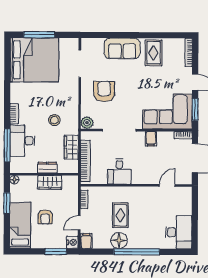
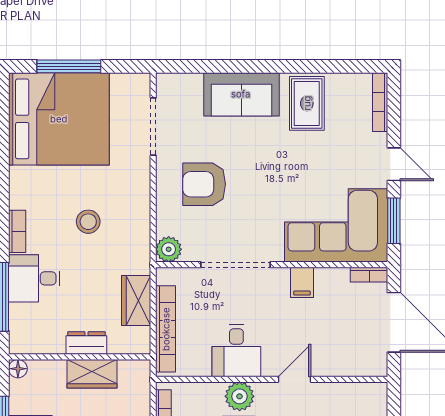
armchair: (104, 92) -> (204, 184), turned -90
stool: (54, 120) -> (88, 222), moved
desk: (22, 141) -> (34, 278), width x0.73
door: (167, 185) -> (294, 379), moved
plant: (121, 193) -> (240, 396), added

